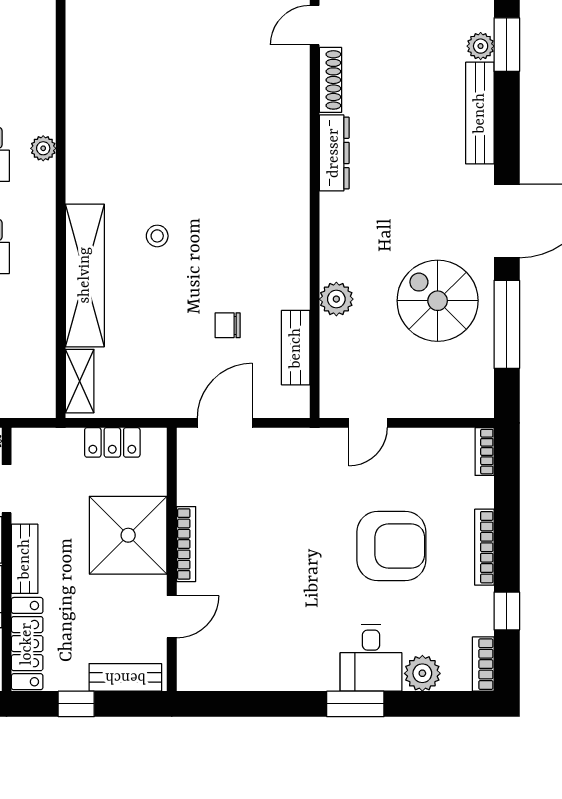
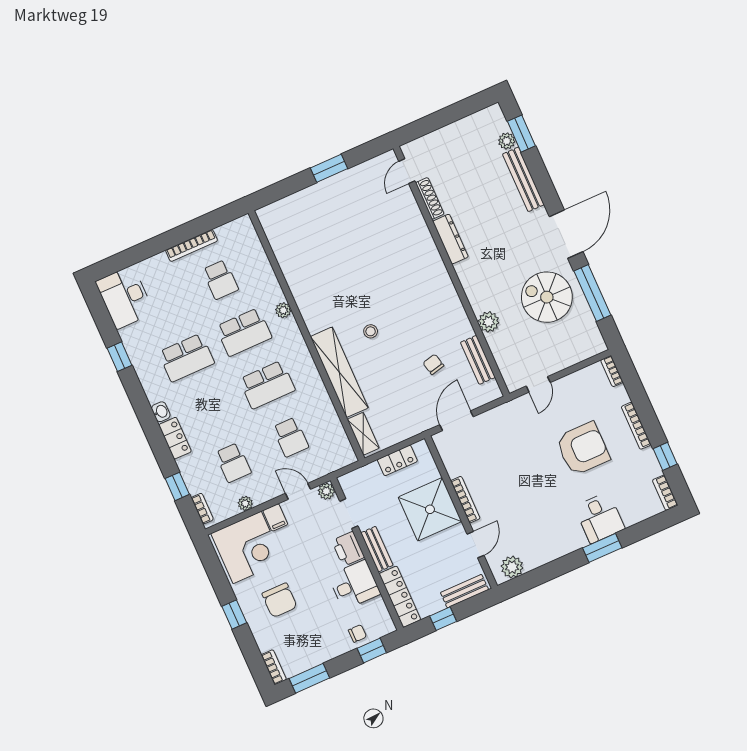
chair: (228, 325) -> (433, 364), turned 77
plant: (422, 673) -> (512, 567), moved

